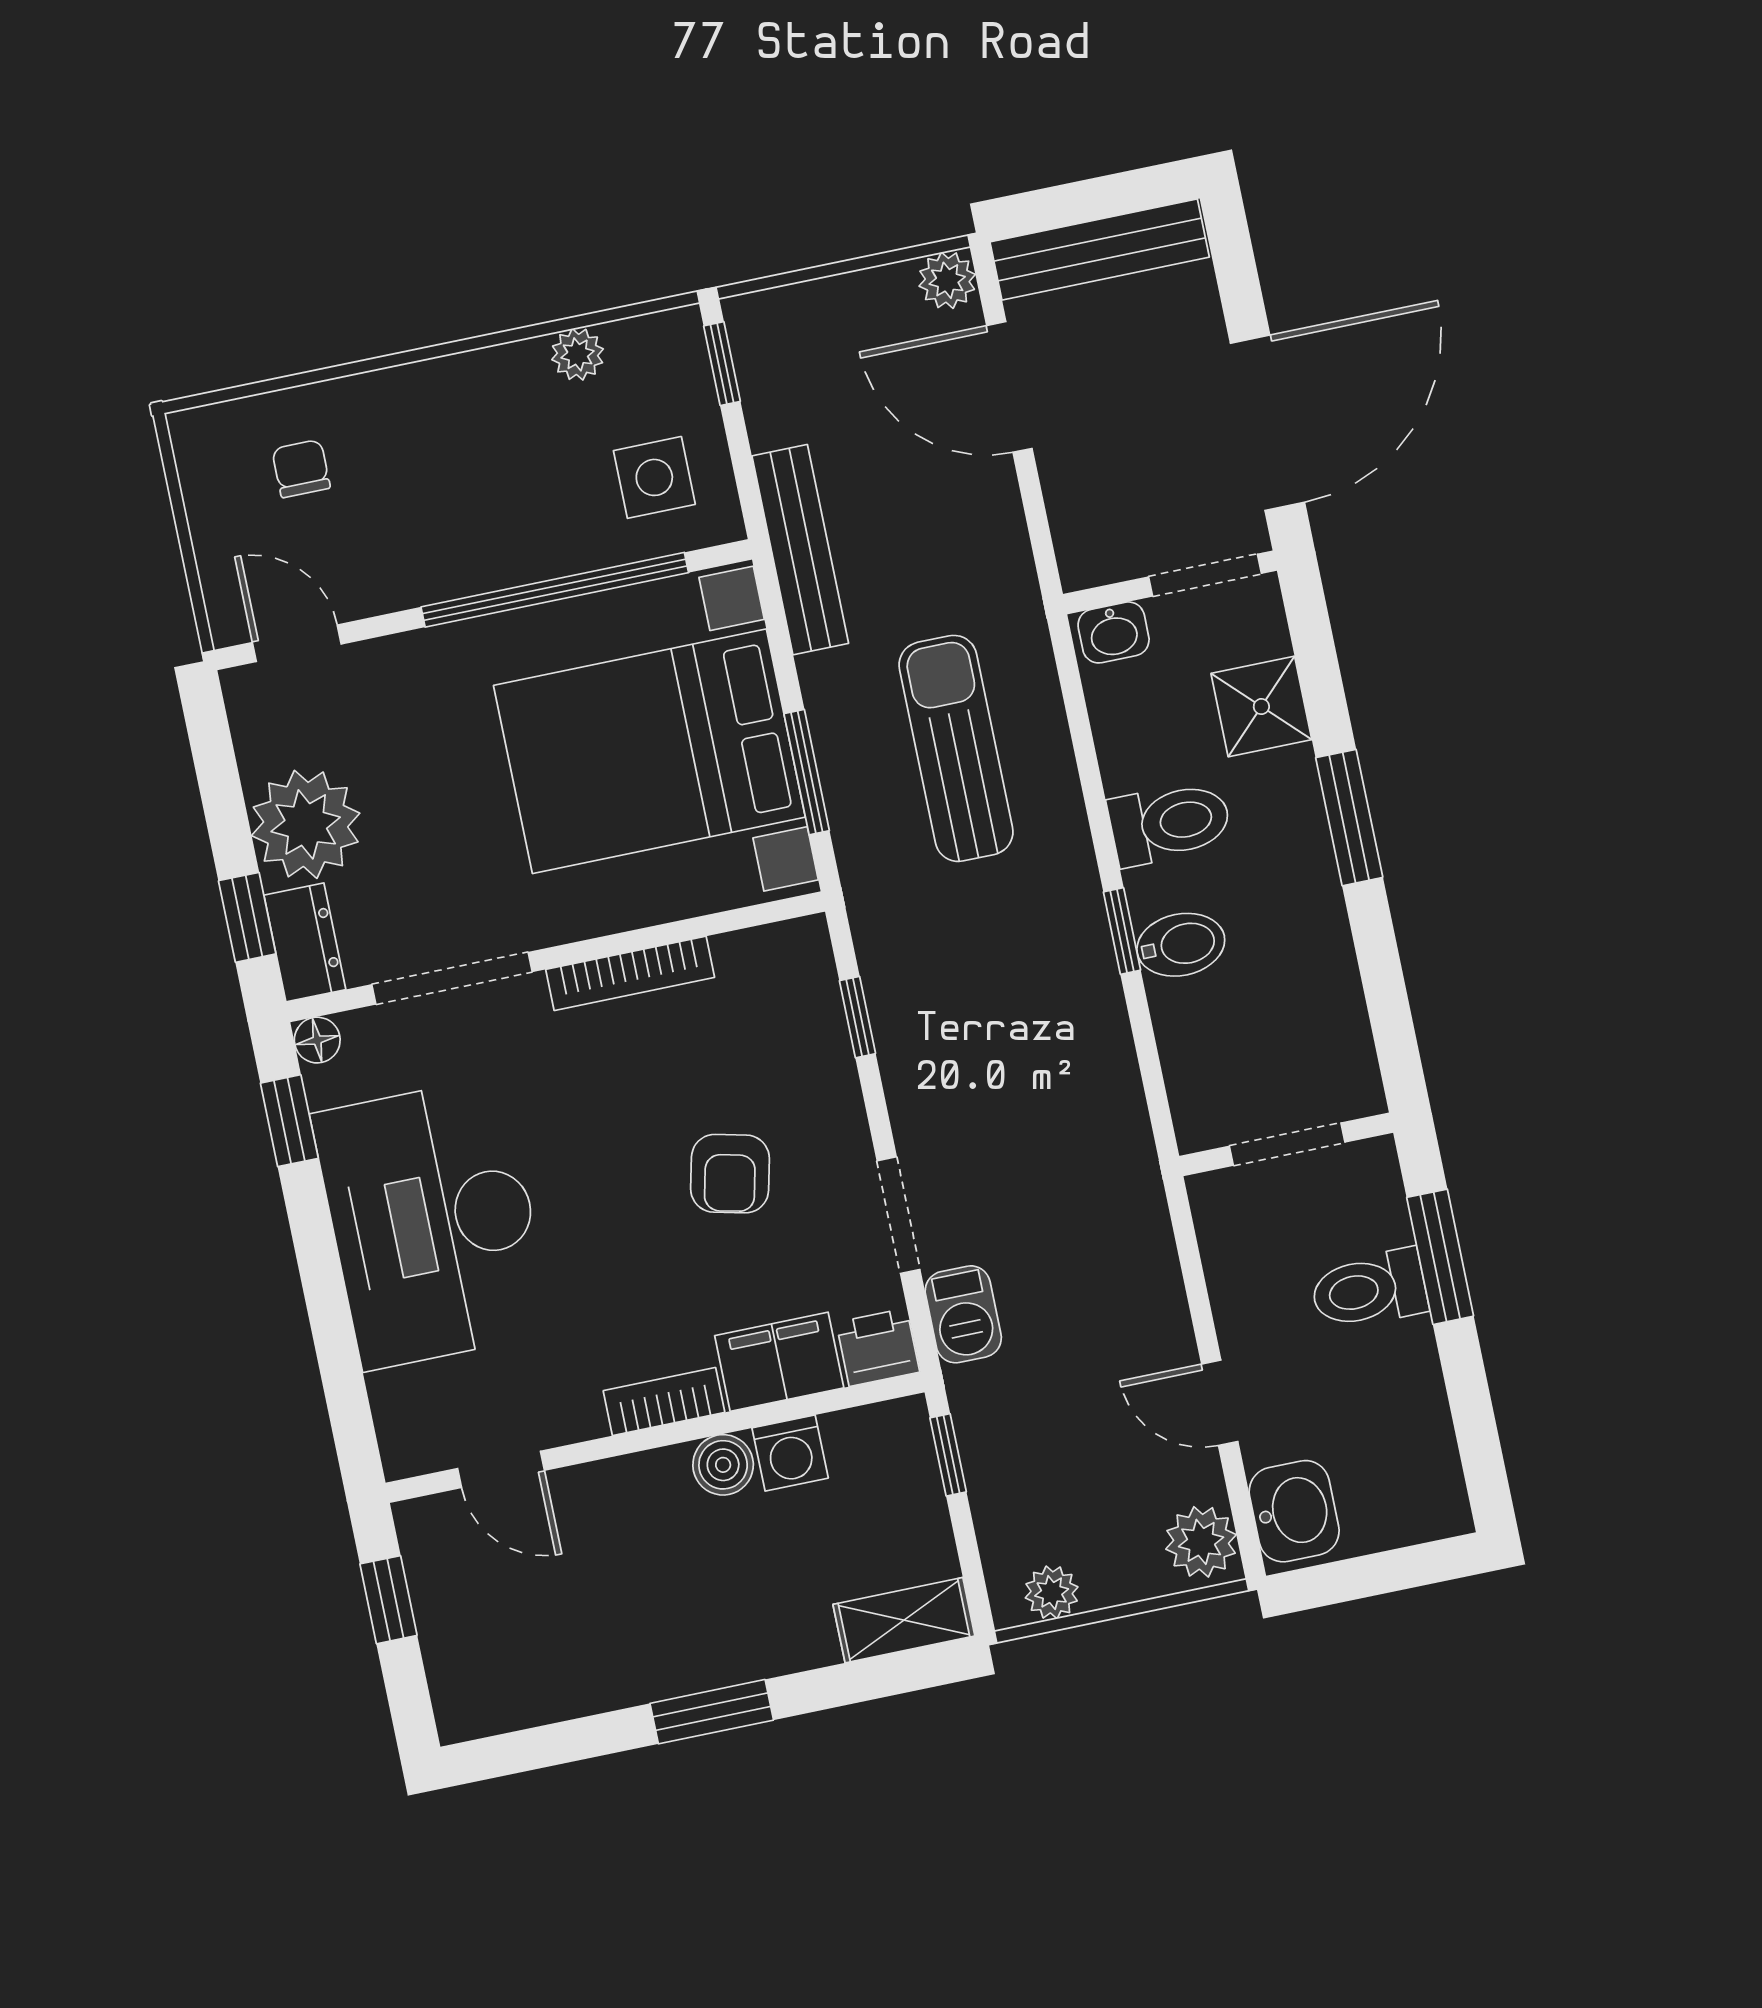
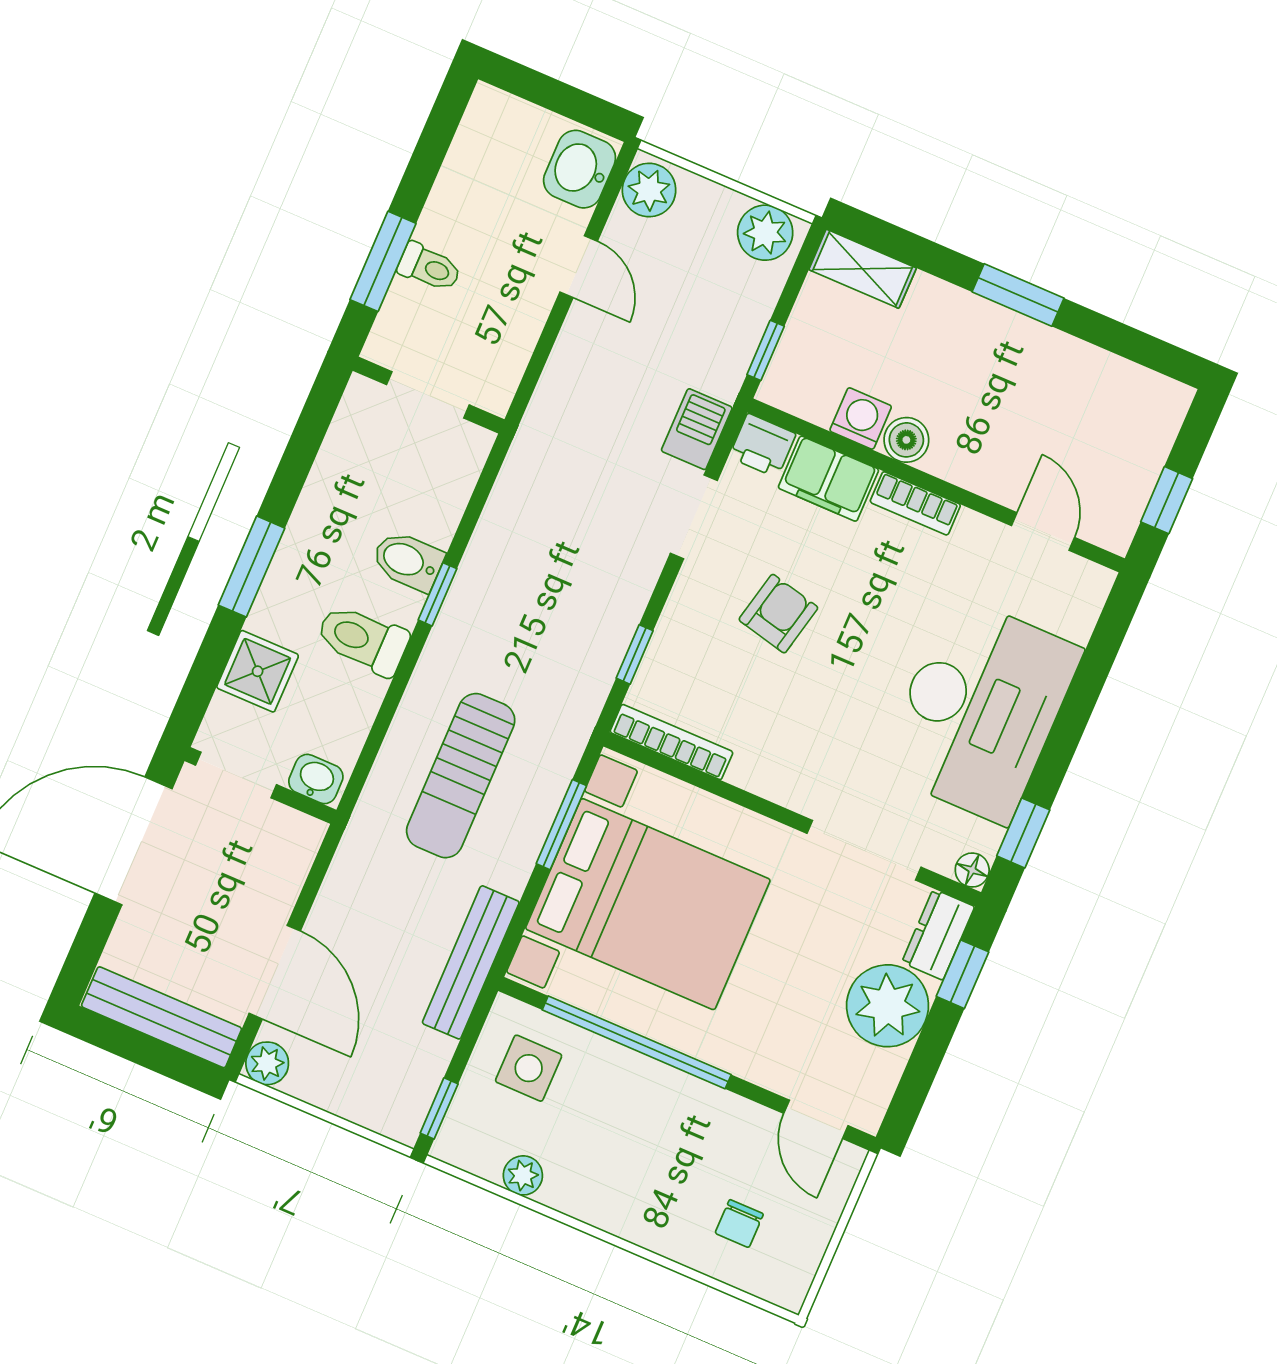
bookcase: (630, 973) -> (671, 742), moved
toilet: (1369, 1289) -> (429, 267), width x0.73, depth x0.72
plant: (1052, 1592) -> (765, 233), width x1.38, depth x1.38

